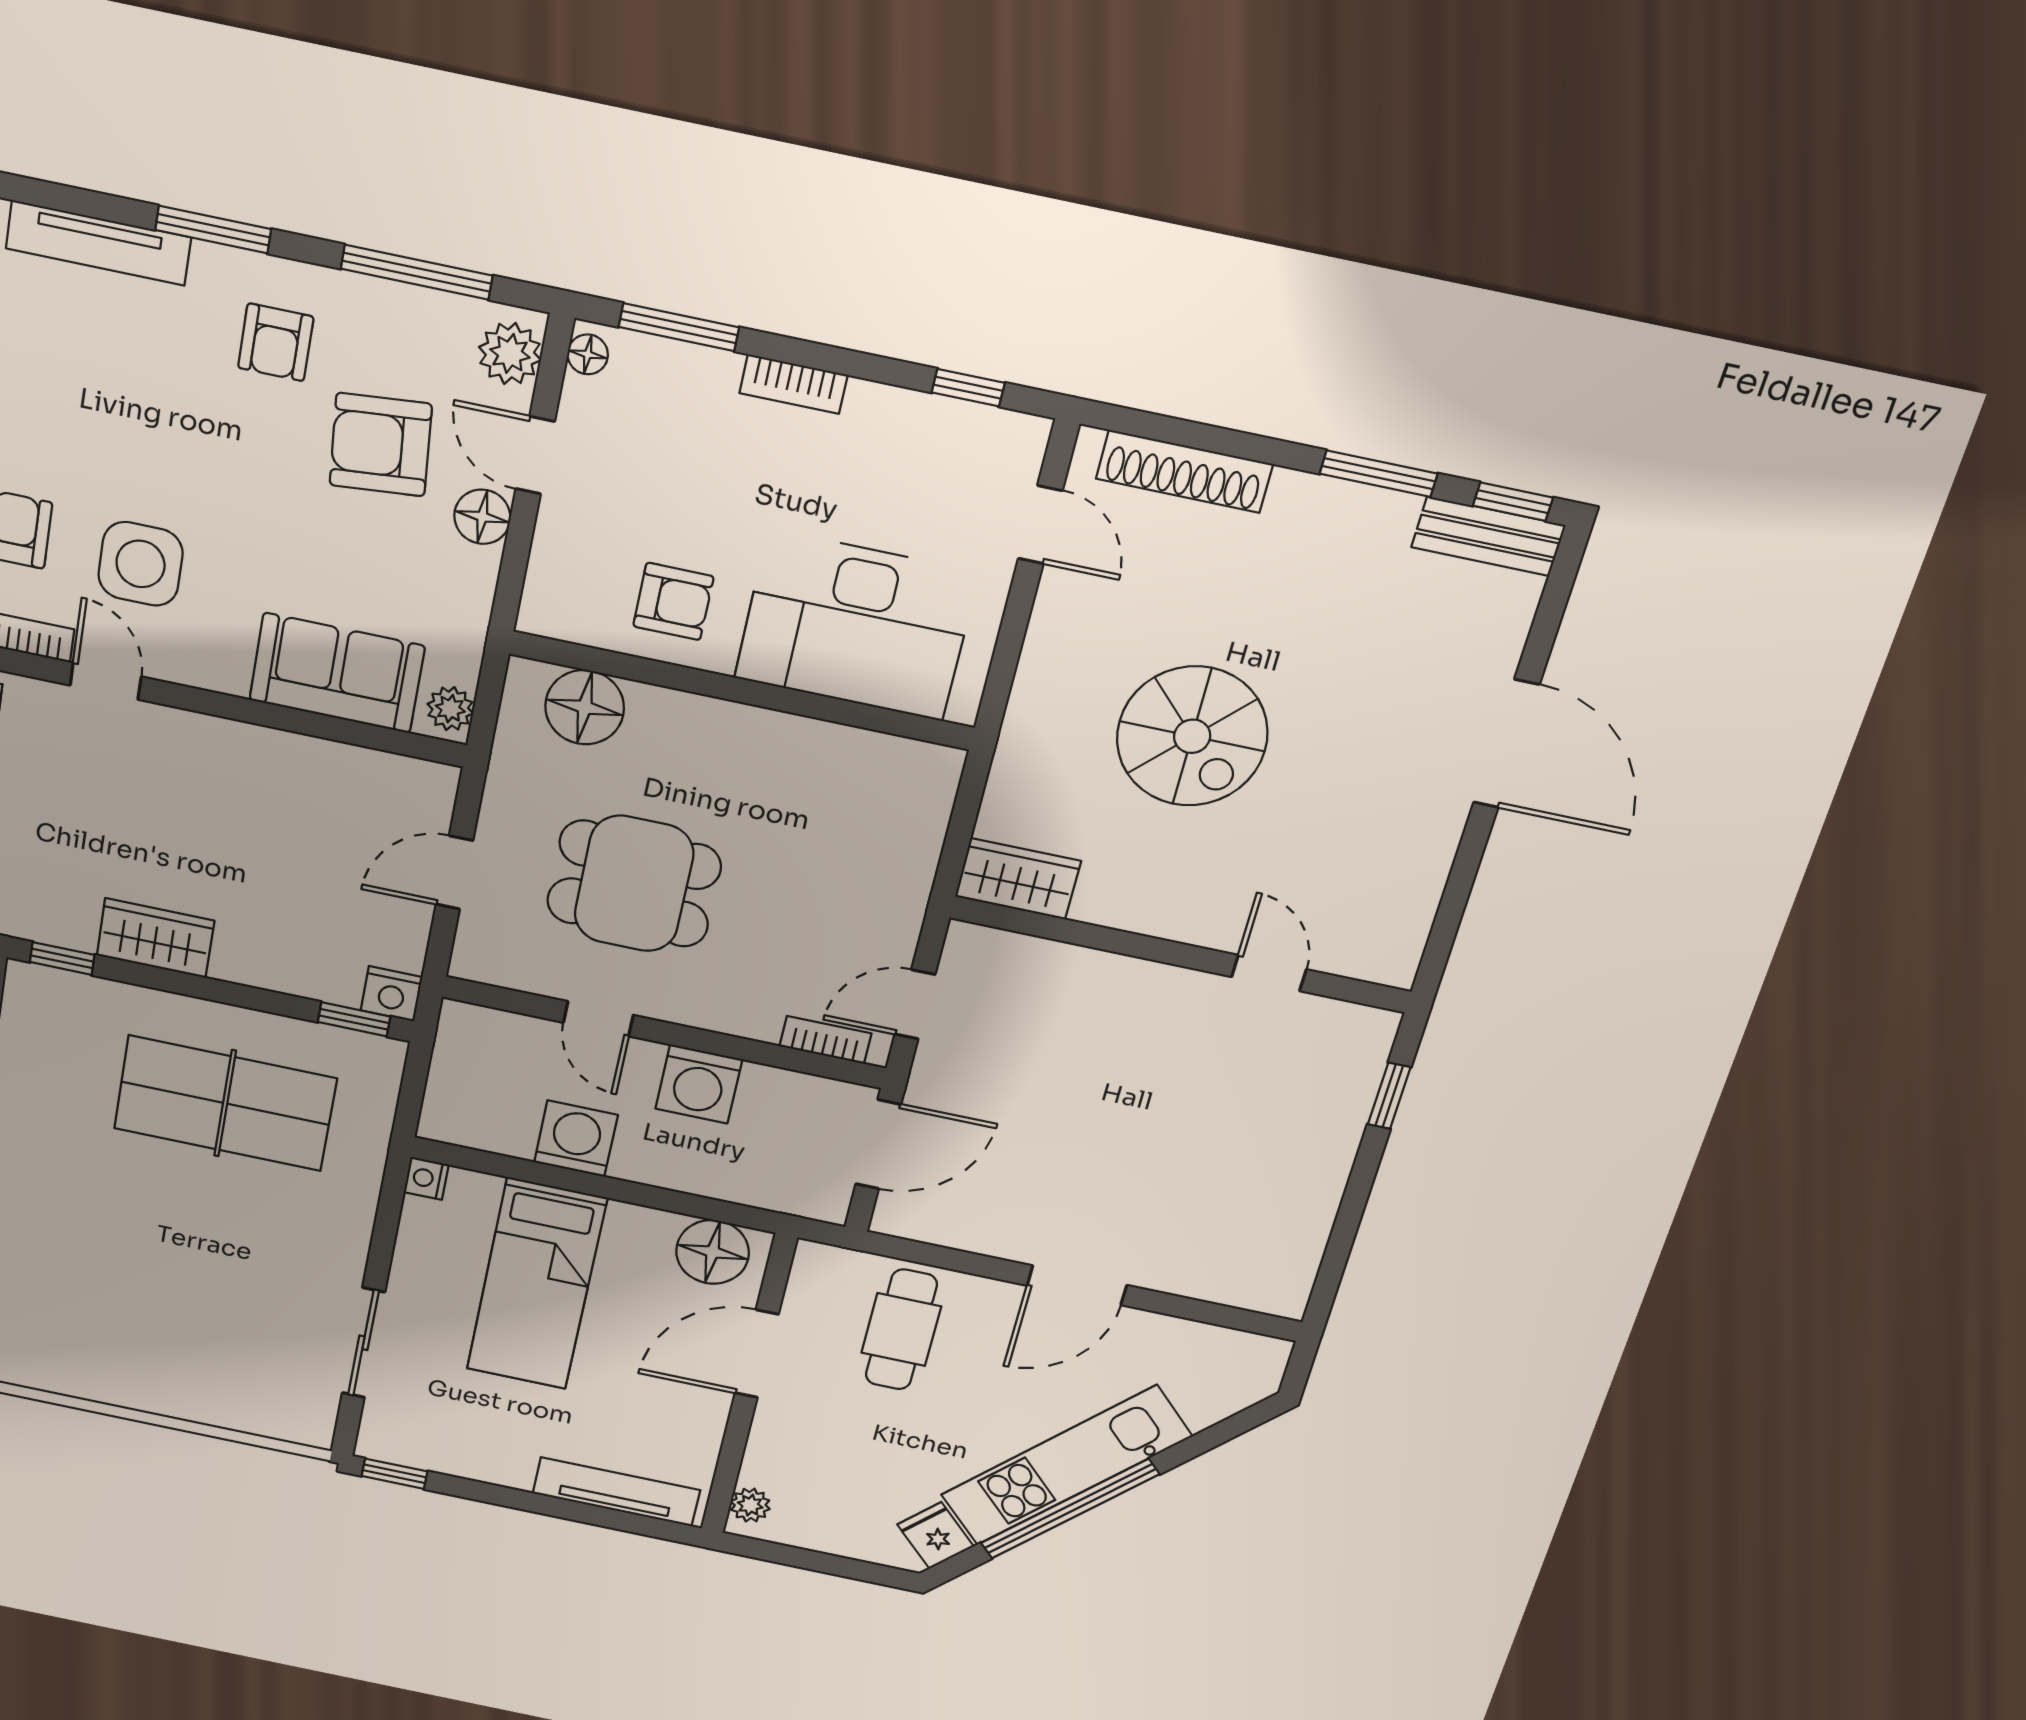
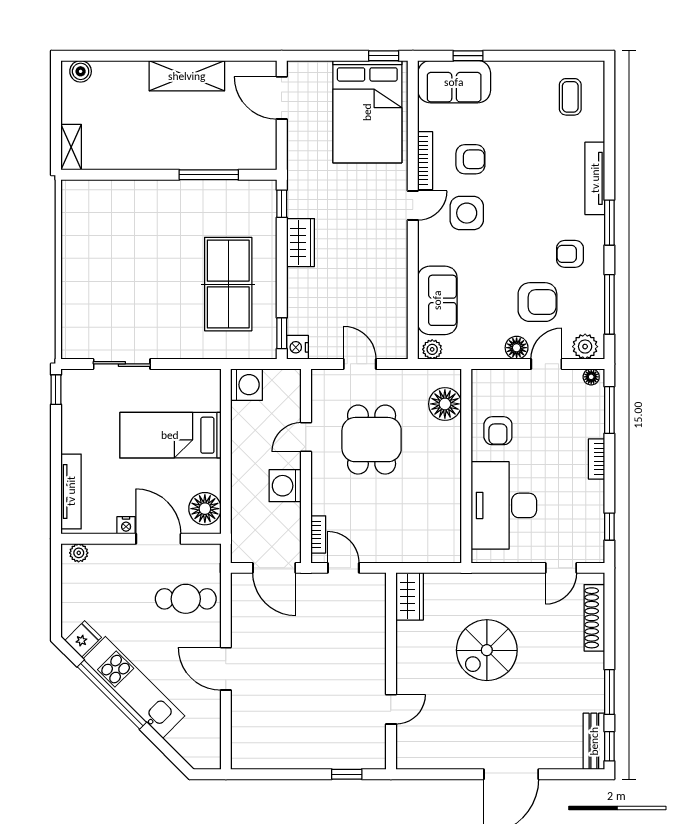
armchair: (381, 445) -> (537, 302), turned 95
washing machine: (576, 1139) -> (247, 385), moved
nightstand: (426, 1178) -> (126, 525), moved, turned 180

